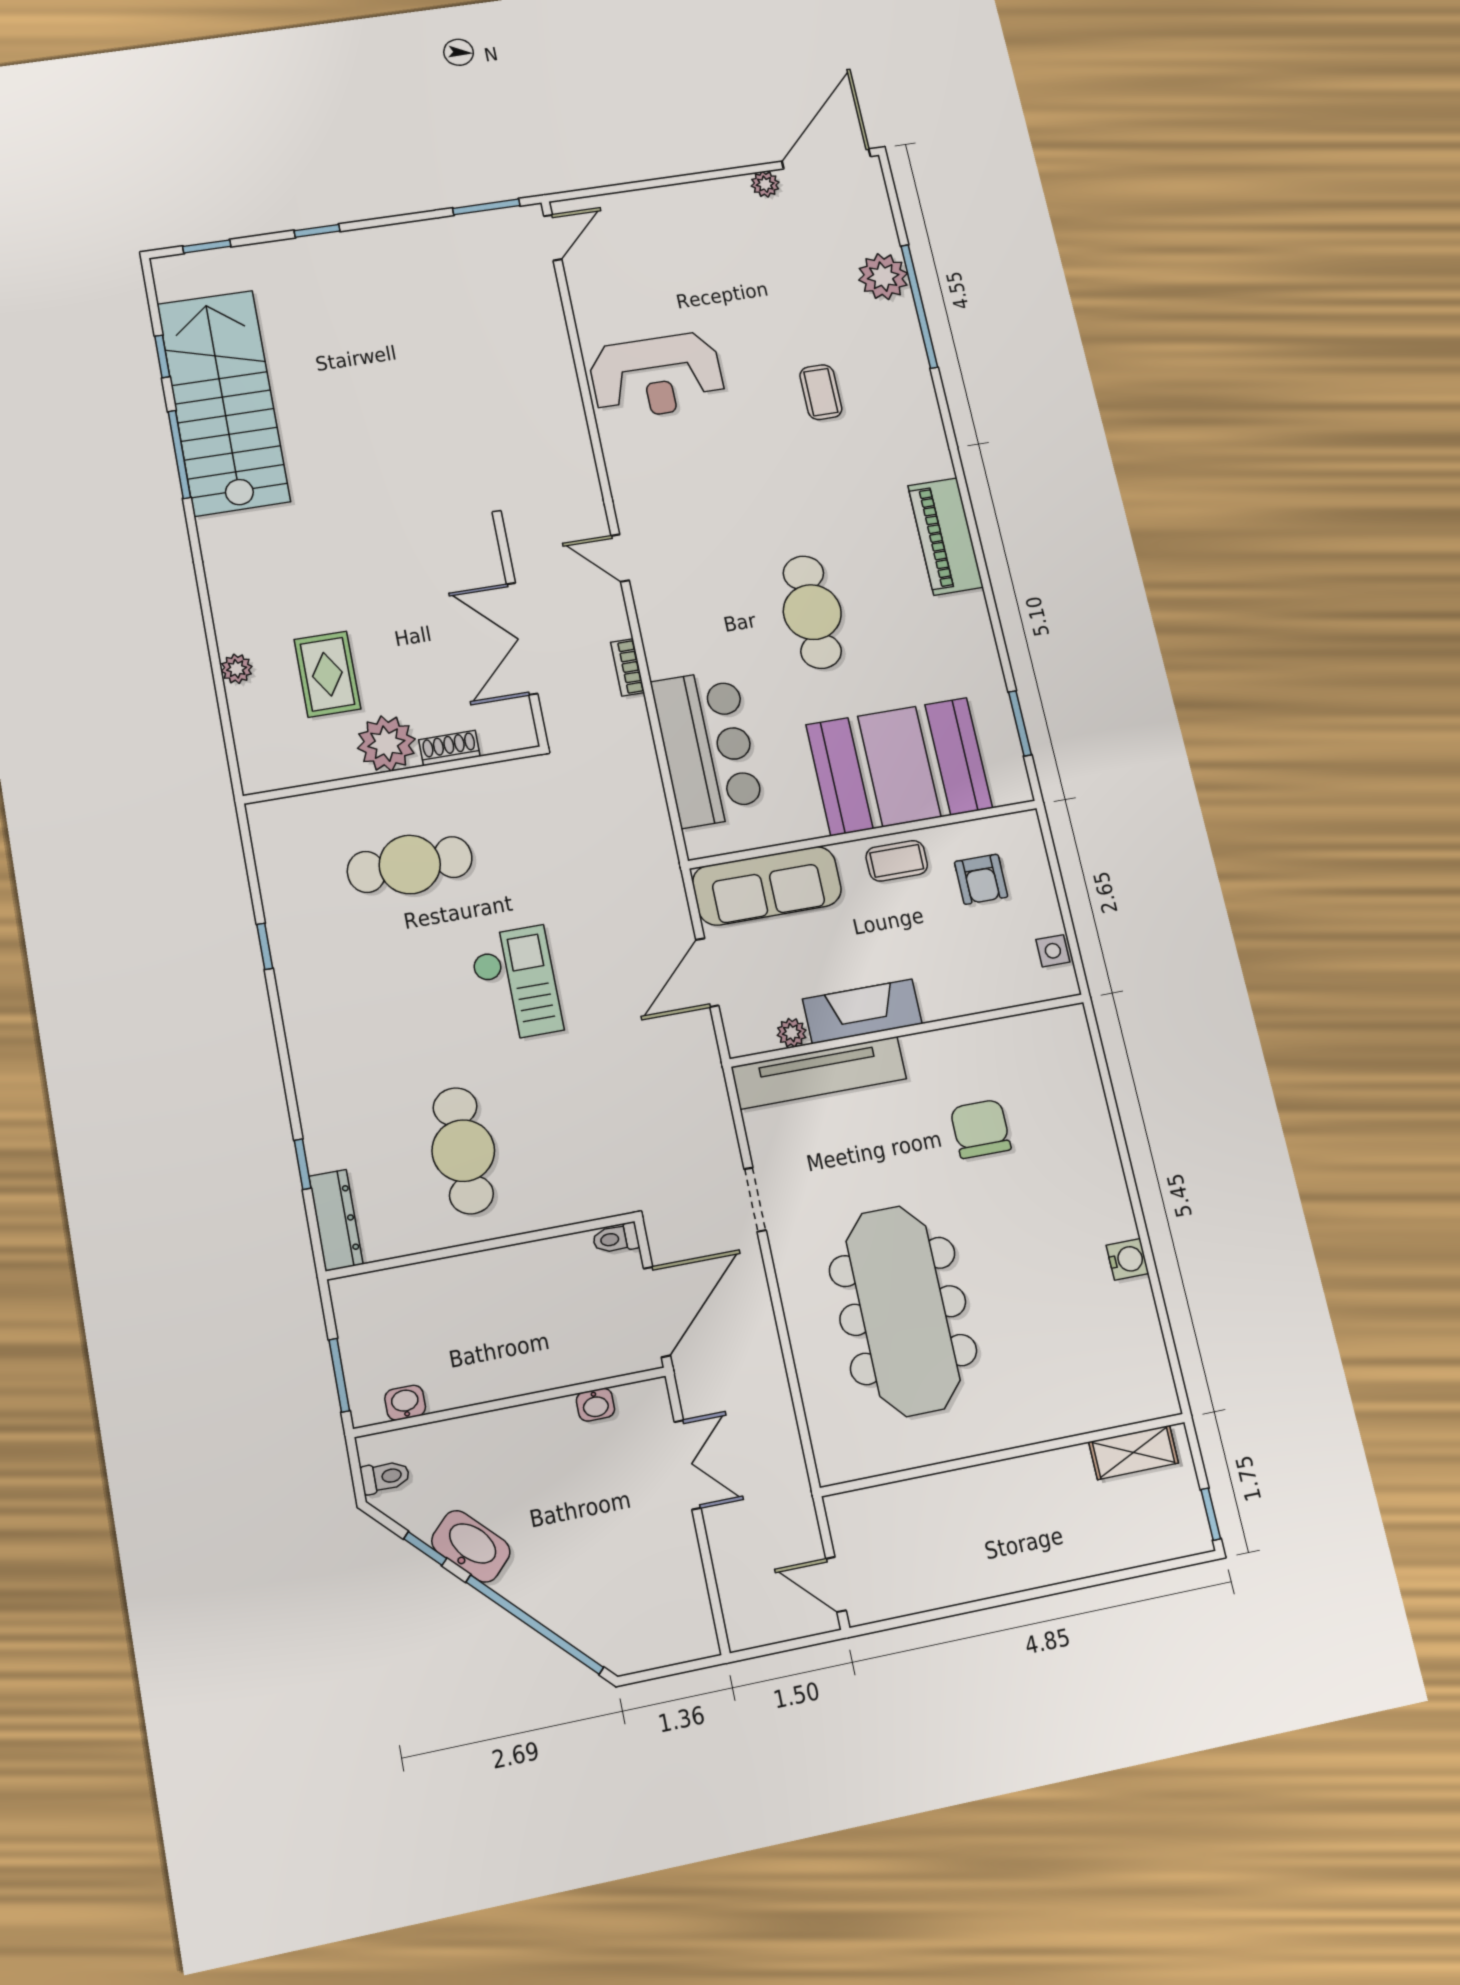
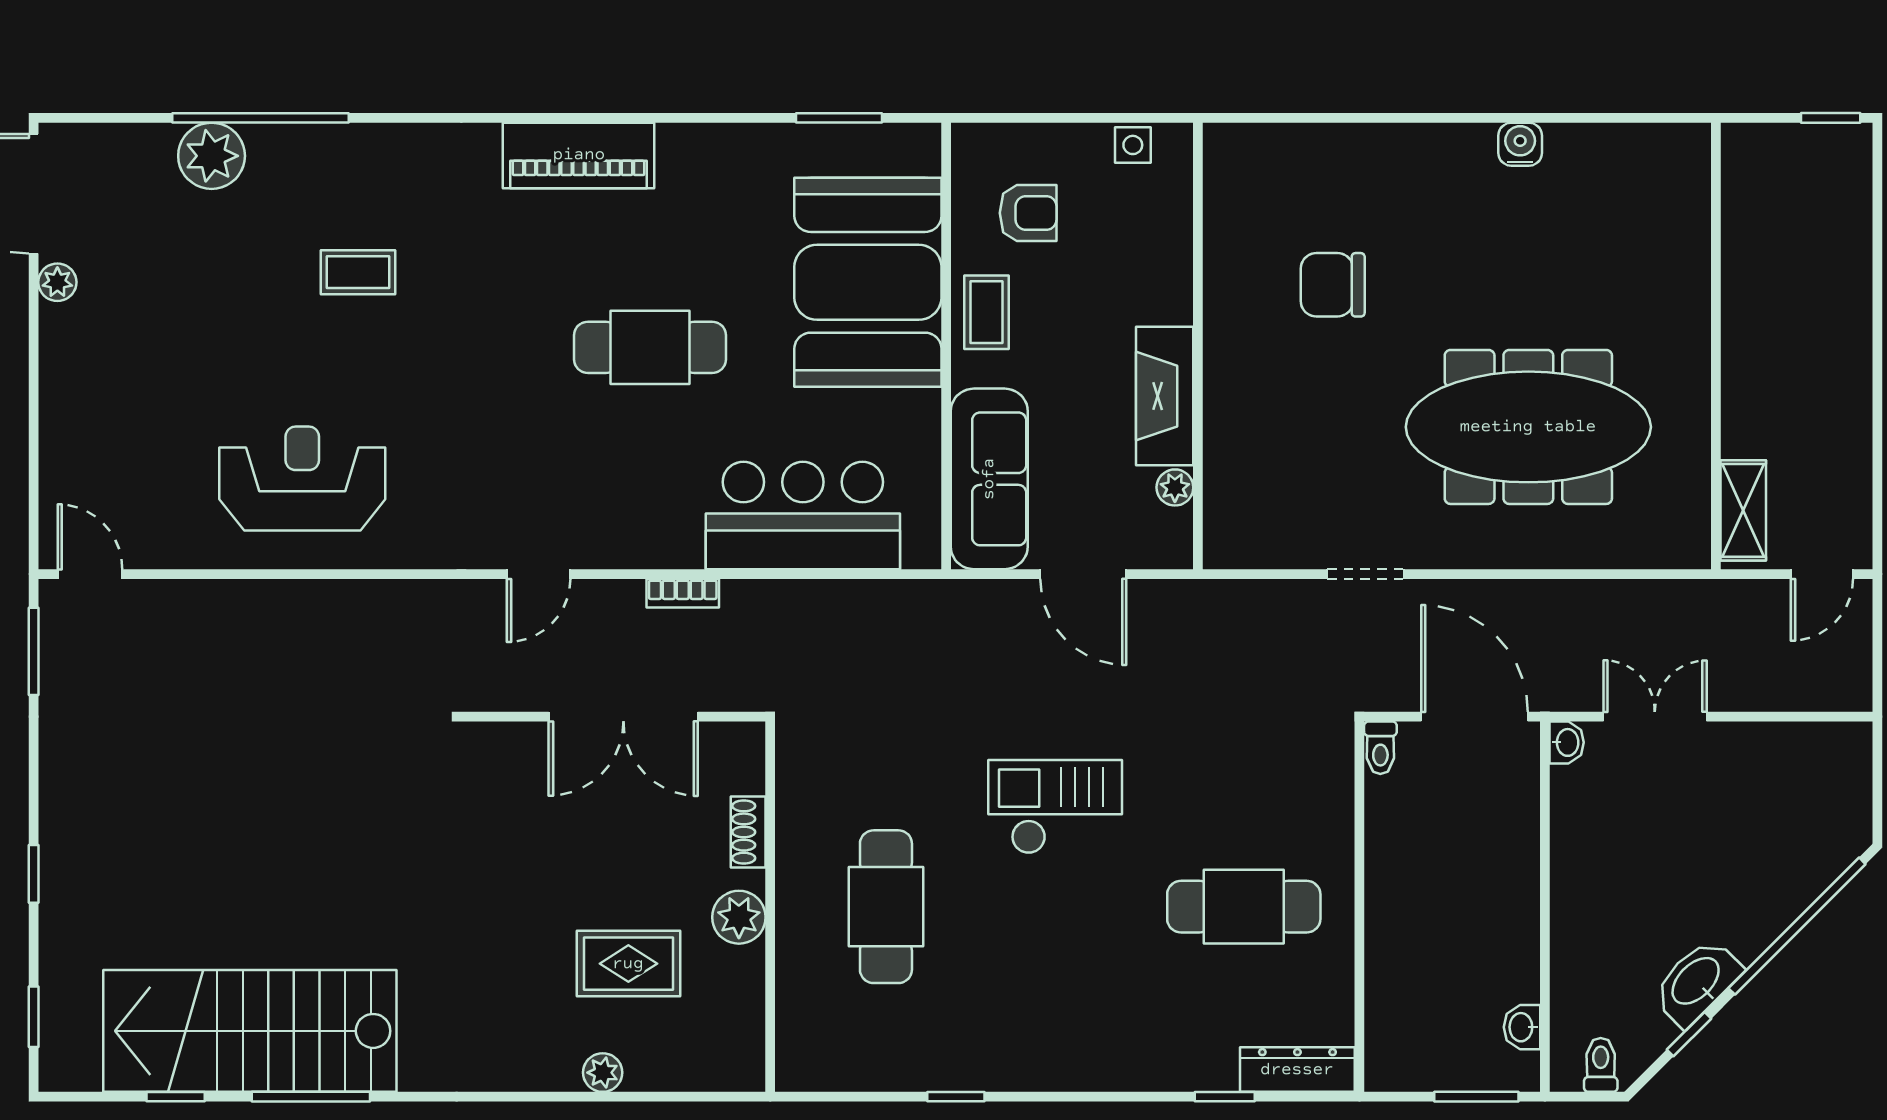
reception desk: (657, 376) -> (302, 479), turned -90
plant: (386, 744) -> (739, 917), width x0.73, depth x0.73
tv unit: (819, 1073) -> (1229, 465), removed
washbasin: (595, 1405) -> (1567, 742), moved
shelving: (1134, 1452) -> (1743, 510), moved

